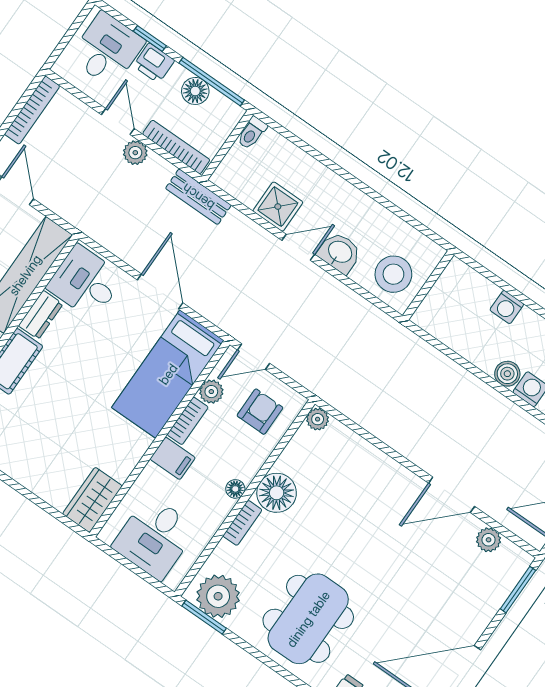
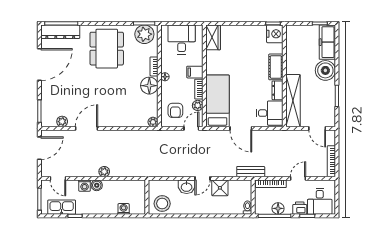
door: (118, 122) -> (298, 178), swing flipped
plant: (135, 153) -> (104, 172), moved
stool: (393, 274) -> (162, 204), moved
washing machine: (507, 307) -> (124, 209), moved

